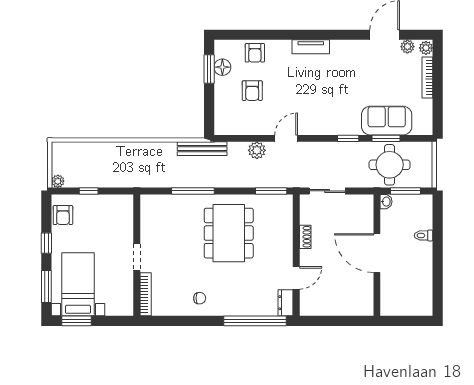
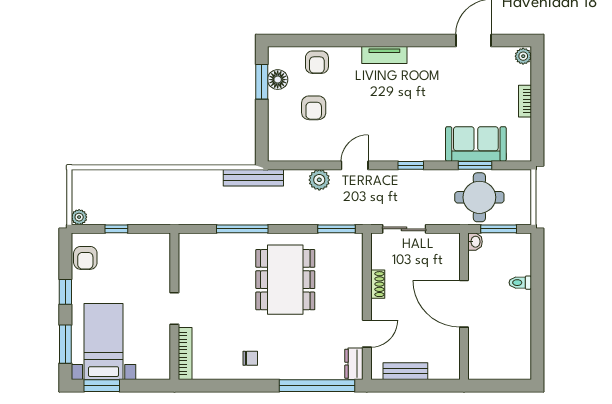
plant: (407, 47) -> (501, 55), removed
bookcase: (427, 78) -> (525, 101), width x0.64
window: (348, 138) -> (411, 165), moved
bench: (328, 309) -> (405, 371), added

